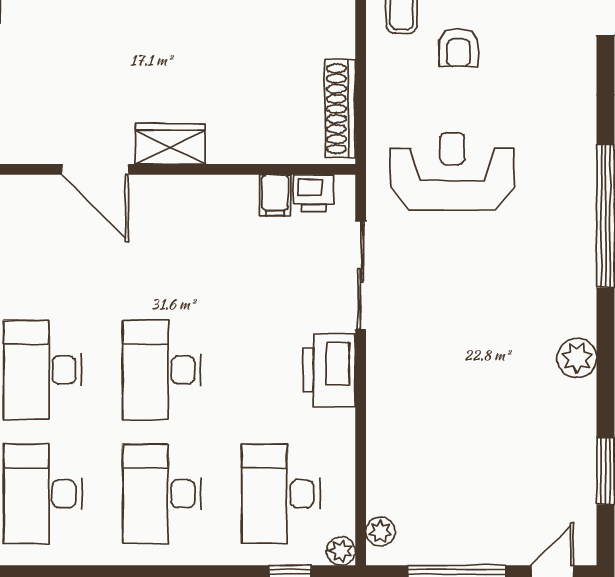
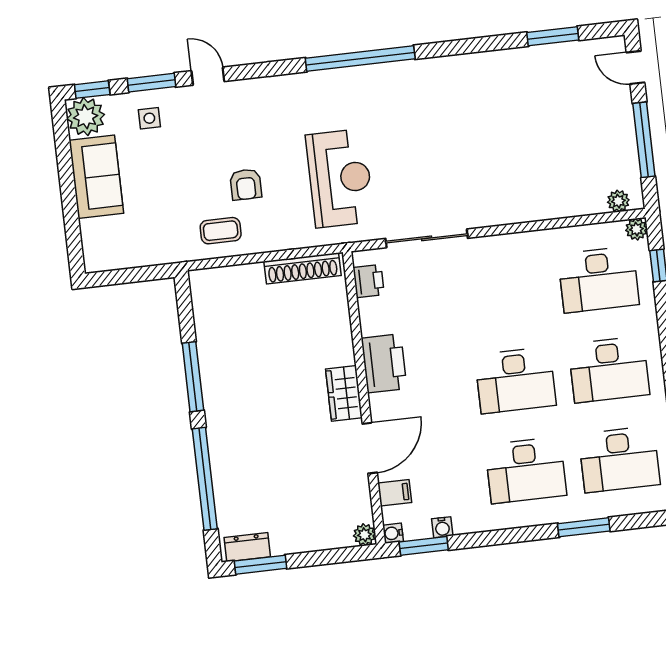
armchair: (458, 47) -> (246, 184), turned 90
reception desk: (452, 171) -> (340, 178), turned 180
filing cabinet: (275, 195) -> (395, 493), moved
plant: (577, 358) -> (470, 68), removed
printer: (329, 370) -> (384, 363), moved, turned -90

